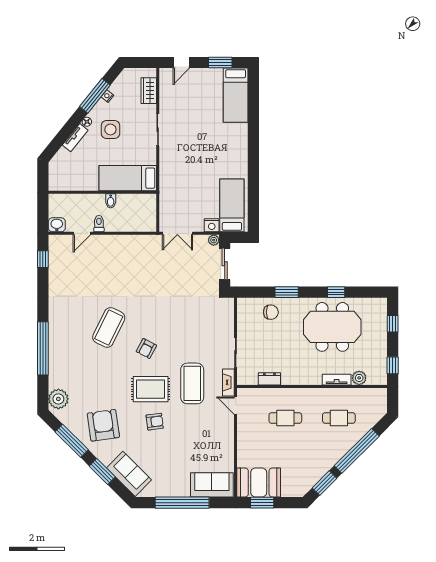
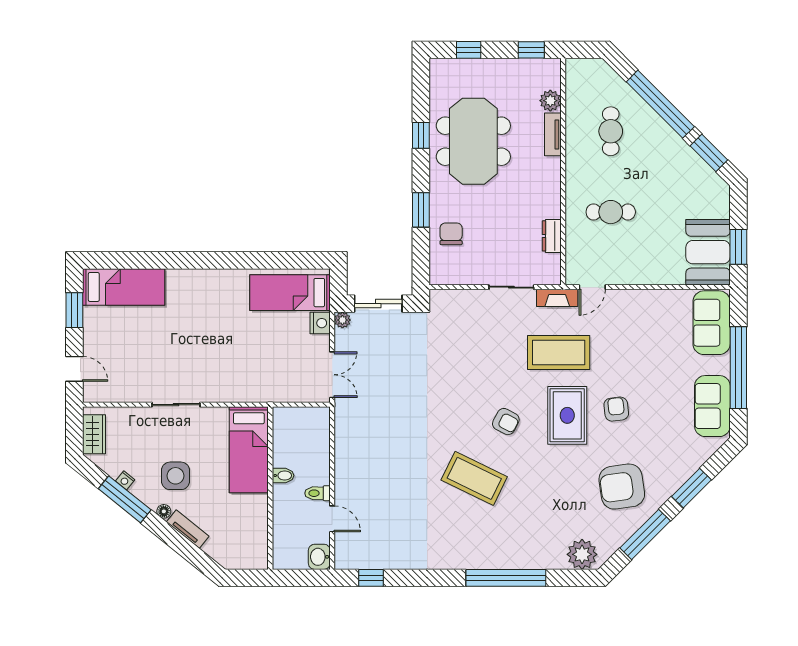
wardrobe: (149, 91) -> (94, 434), moved, turned -90
cafe table: (285, 418) -> (611, 212), turned 90
sofa: (129, 474) -> (712, 406), moved, turned -45

